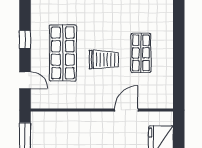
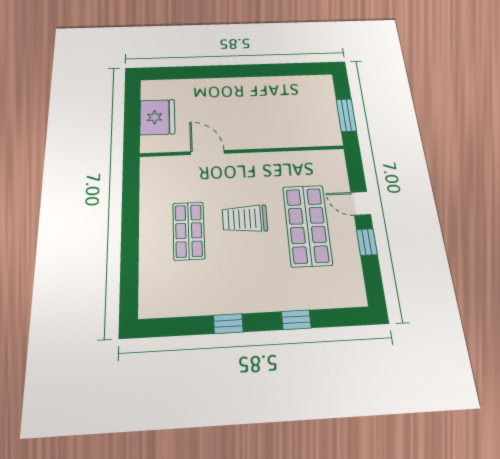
door: (25, 80) -> (361, 203), moved
door: (126, 110) -> (207, 152), swing flipped

